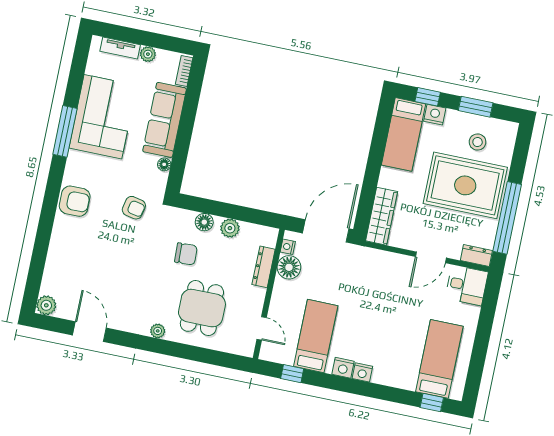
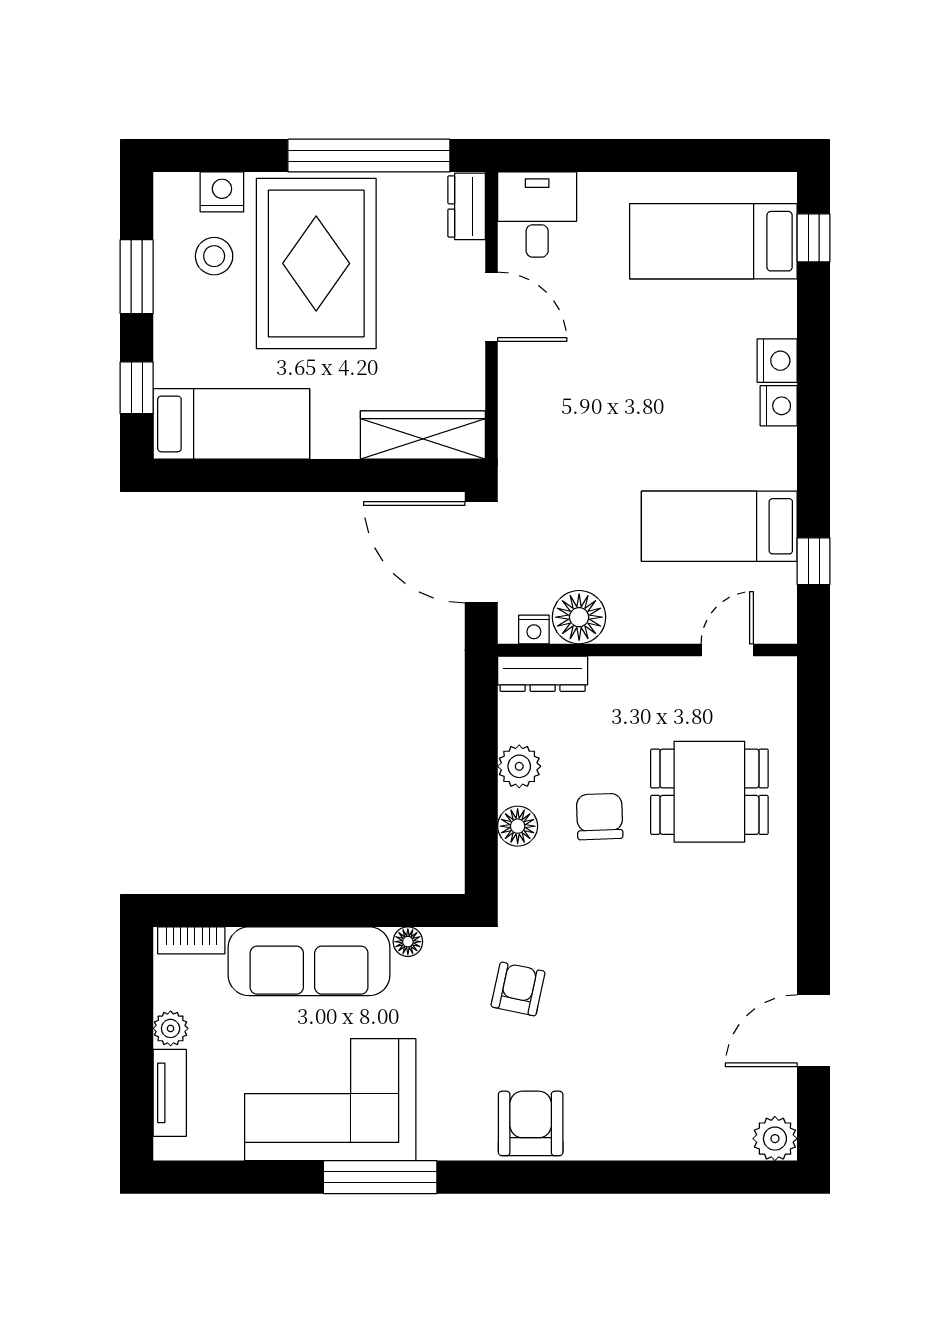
nightstand: (435, 115) -> (222, 192), moved, turned 90
chair: (186, 254) -> (600, 817), moved
dresser: (264, 267) -> (543, 674), moved
plant: (158, 331) -> (781, 879), removed
nightstand: (343, 368) -> (777, 361), moved

